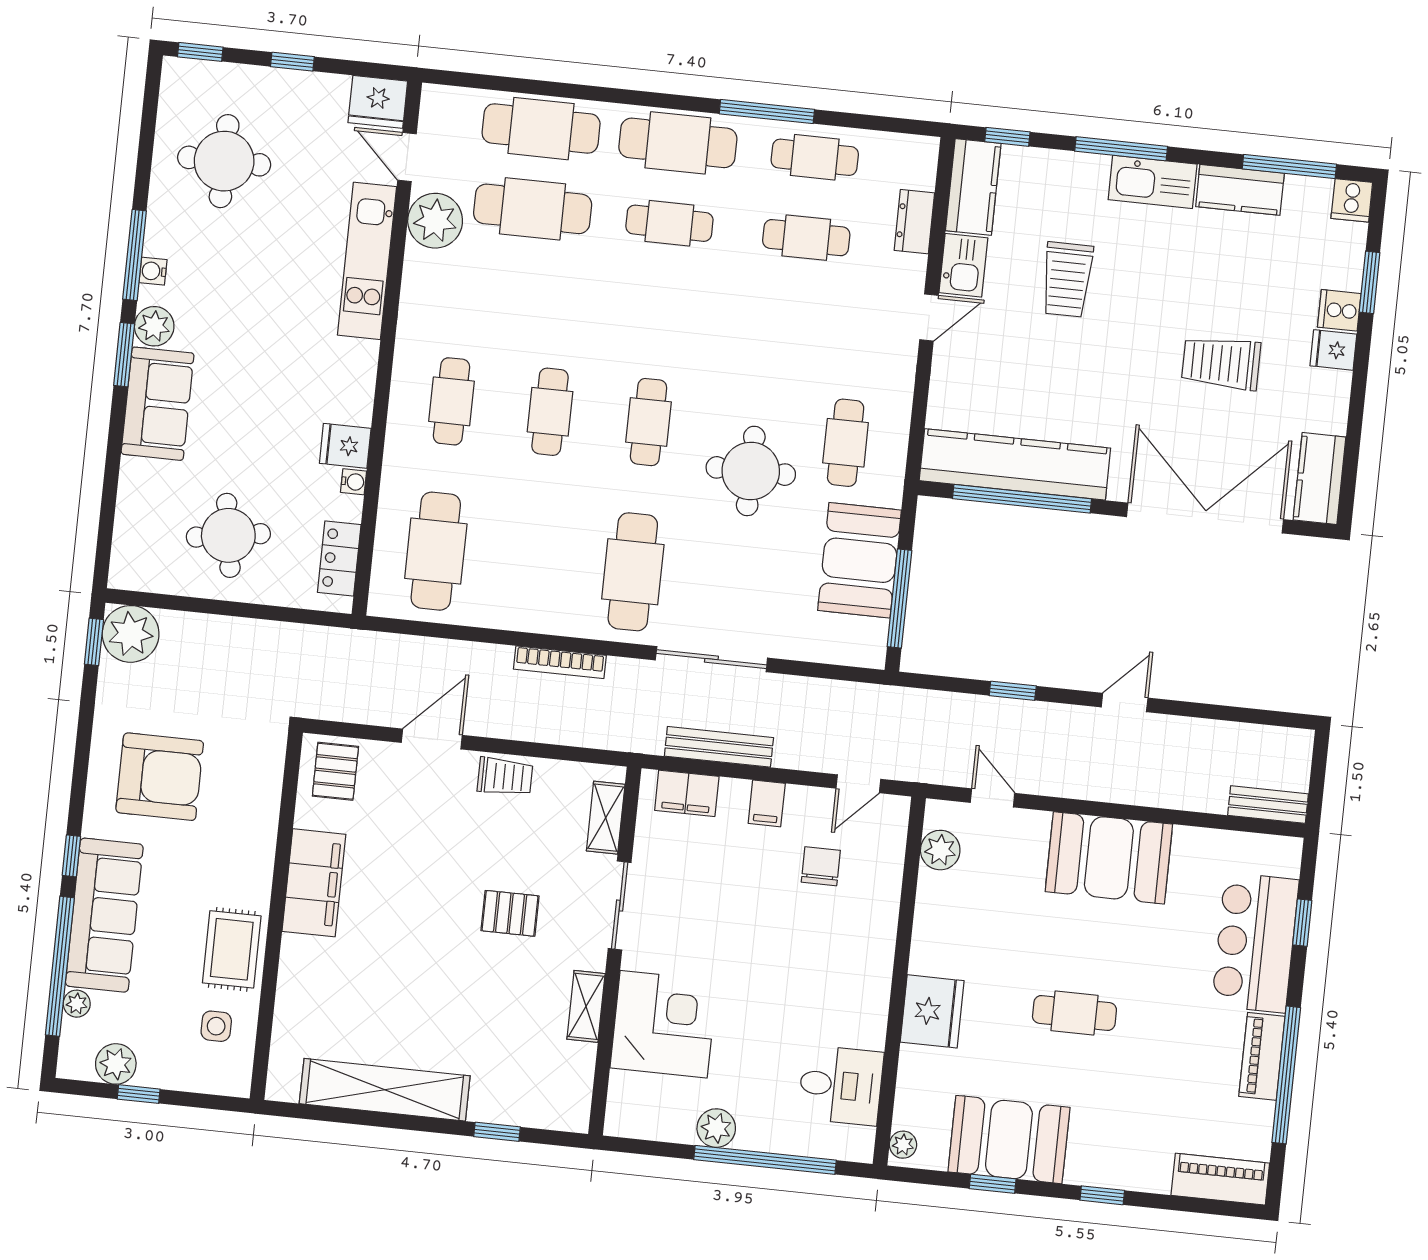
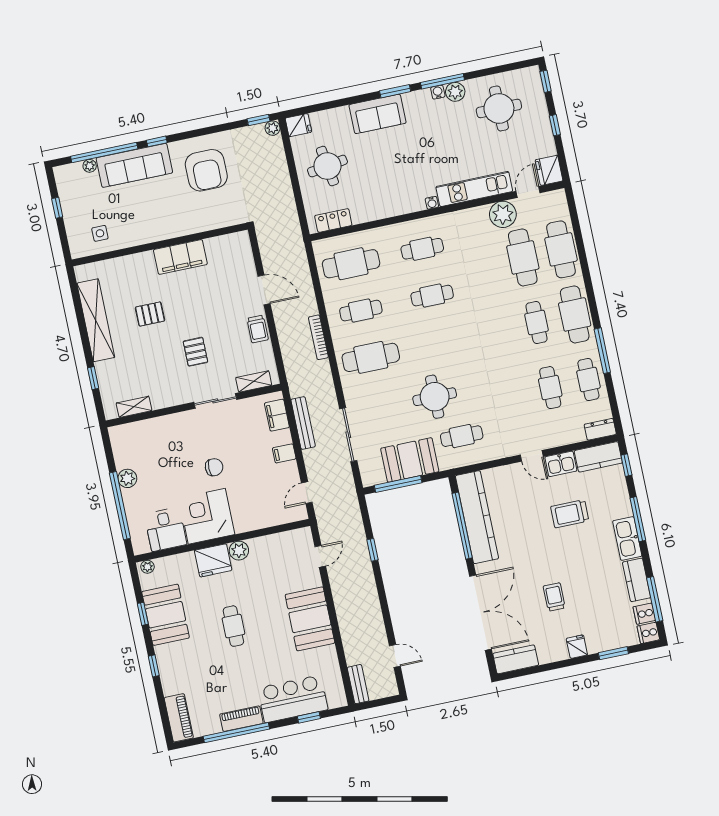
dresser: (914, 222) -> (600, 429), moved
cooker: (1339, 310) -> (644, 614), moved, turned -90
plant: (154, 326) -> (455, 92), moved
trolley: (1221, 363) -> (554, 597), width x0.73, depth x0.72
cafe table: (649, 422) -> (361, 311), moved
fridge: (345, 446) -> (298, 125), moved, turned 90
water cooler: (354, 482) -> (432, 203), moved
plant: (131, 634) -> (273, 128), width x0.53, depth x0.53
sliding door: (711, 659) -> (348, 435), moved
door: (1125, 703) -> (395, 656), moved
pallet: (335, 771) -> (150, 314), moved
door: (858, 784) -> (307, 493), hinge flipped
plant: (940, 850) -> (239, 551), moved
chair: (821, 866) -> (214, 467), moved
rug: (232, 949) -> (138, 229), removed
shelving: (586, 1006) -> (134, 407), moved
corner desk: (664, 1024) -> (207, 516), moved, turned 180
plant: (116, 1064) -> (68, 193), removed

